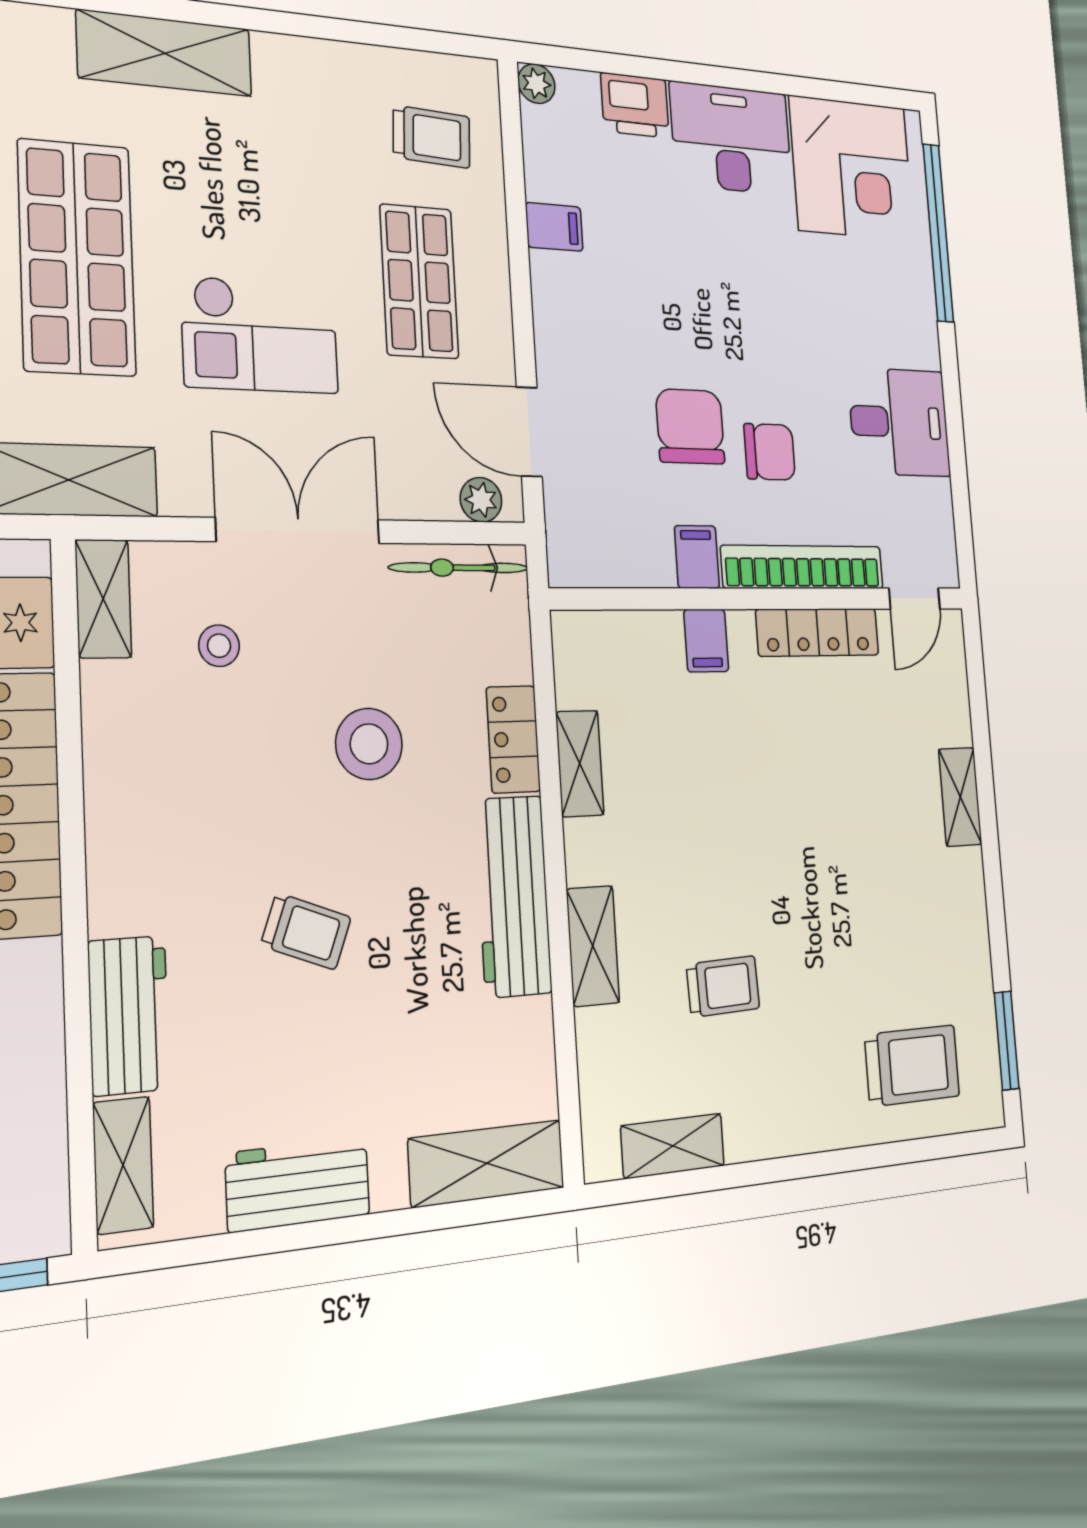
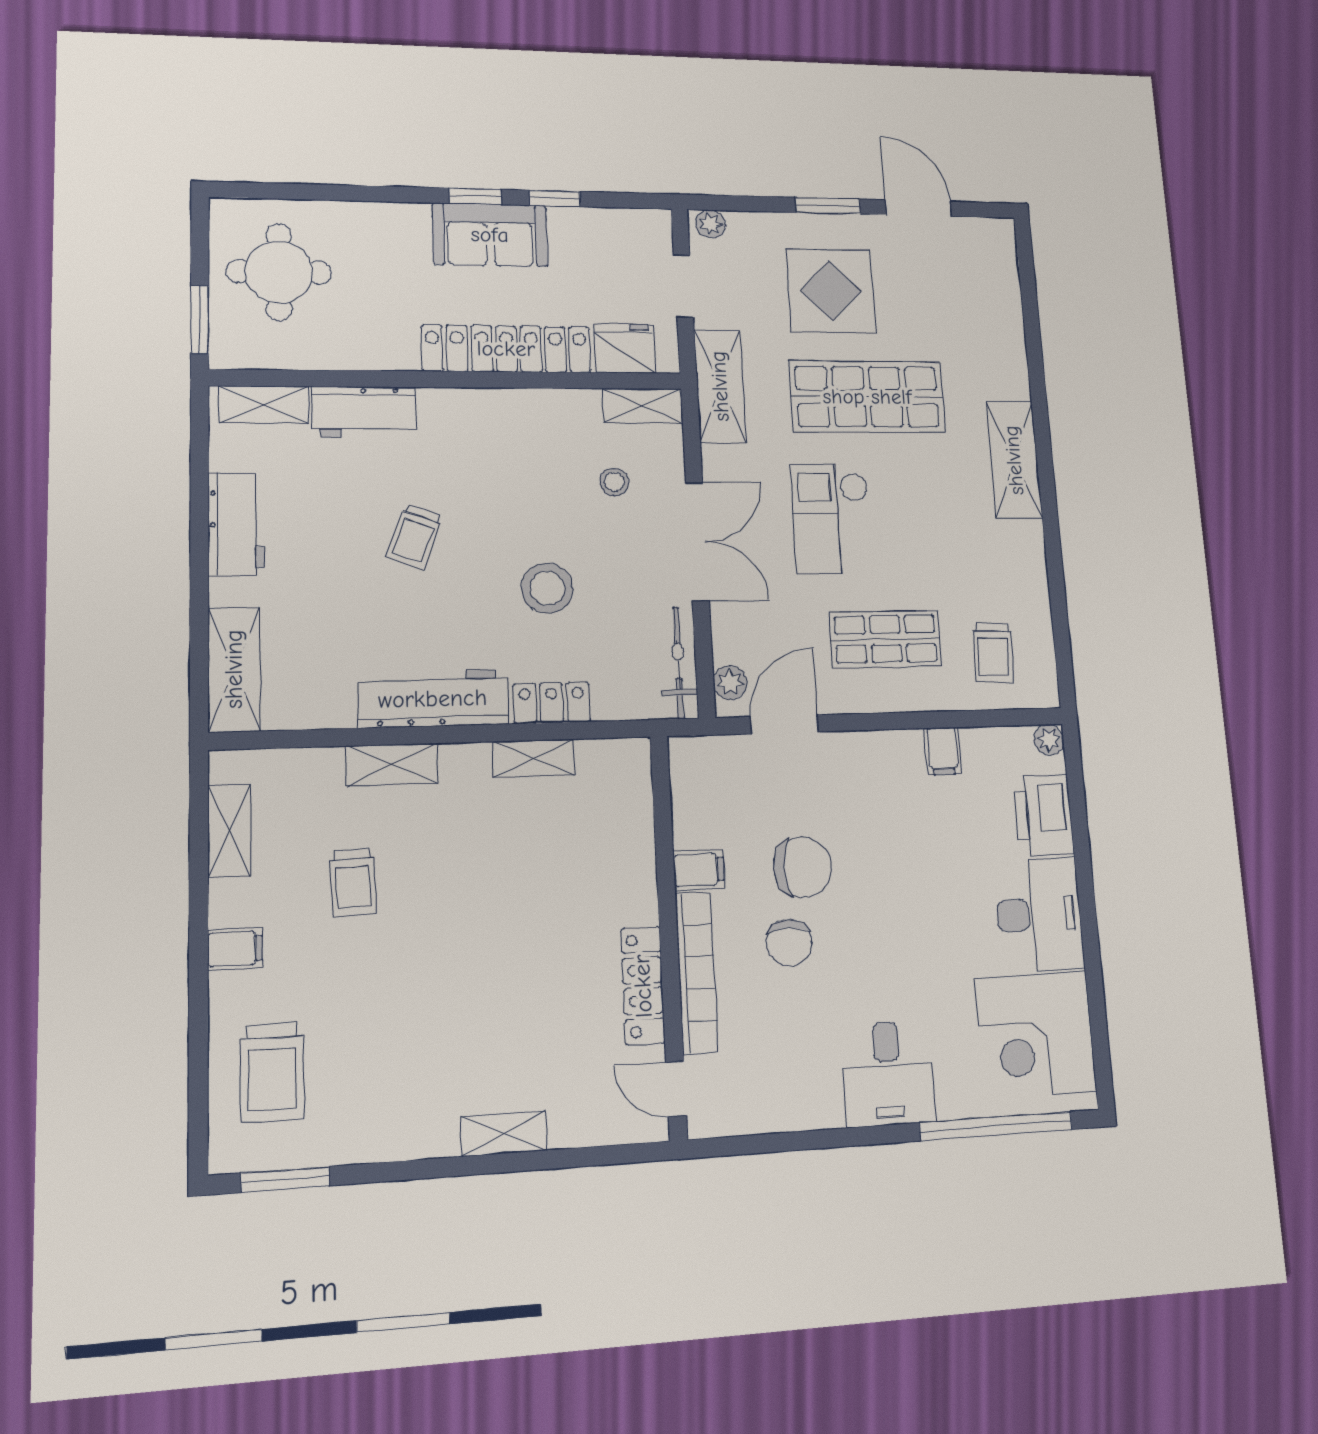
printer: (635, 105) -> (1044, 815), width x1.37, depth x1.19
desk: (899, 422) -> (888, 1073), moved
filing cabinet: (706, 641) -> (235, 949), moved, turned 180

